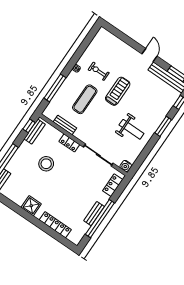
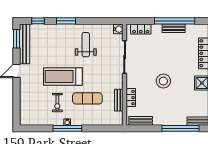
window: (55, 88) -> (67, 128), moved
treadmill: (118, 91) -> (63, 76), width x1.37, depth x1.38
window: (29, 126) -> (139, 128), removed
locker: (69, 143) -> (131, 98), moved
stool: (46, 164) -> (163, 81), moved

